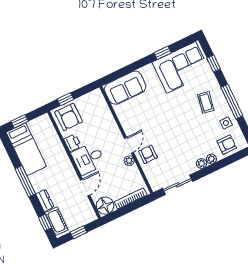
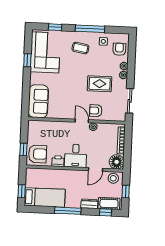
rug: (179, 143) -> (100, 84), added
door: (85, 188) -> (95, 169), swing flipped
stool: (86, 211) -> (113, 178), added

